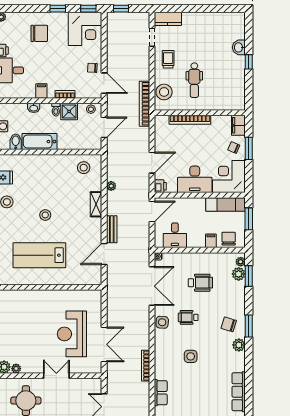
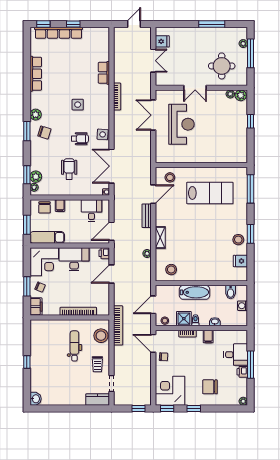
washbasin: (239, 47) -> (36, 399), moved
bathtub: (39, 142) -> (195, 292), moved
stool: (45, 215) -> (170, 177), moved
wheelchair: (200, 283) -> (69, 169), turned 90

